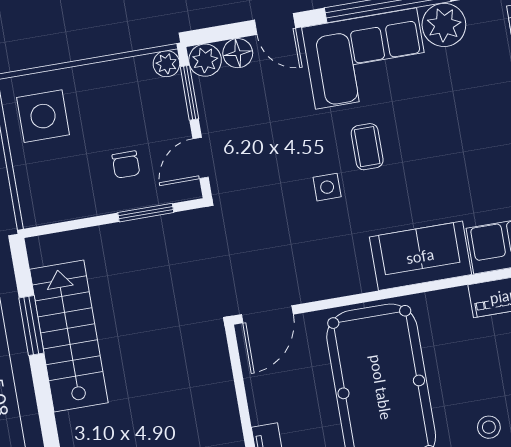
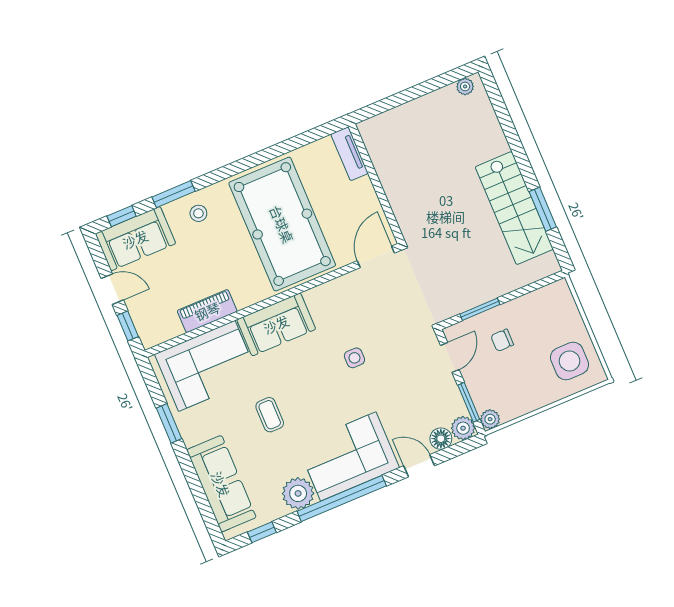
coffee table: (367, 147) -> (270, 415), moved
chair: (126, 165) -> (502, 340), turned -90

